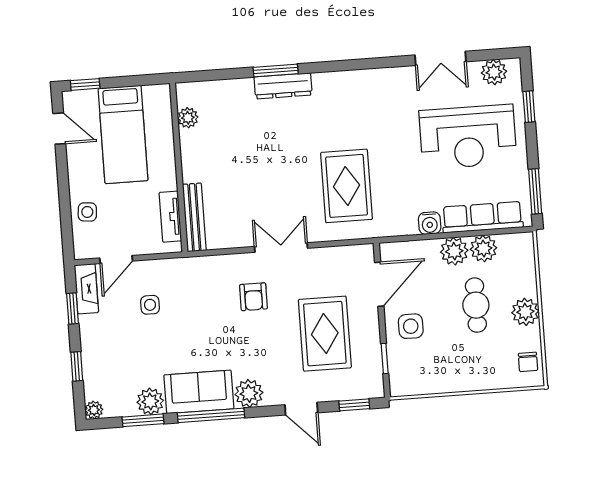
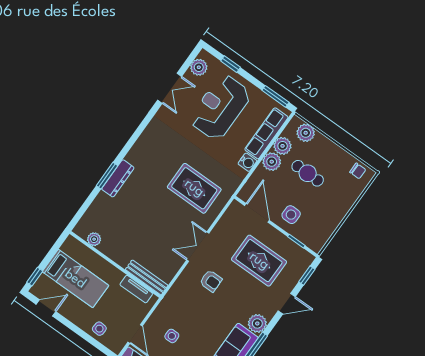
reception desk: (468, 137) -> (220, 107), turned 180
plant: (525, 312) -> (306, 133), moved

